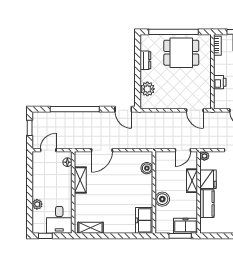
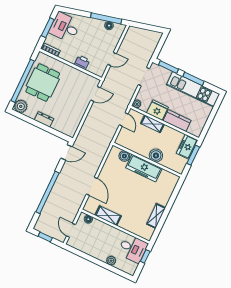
dresser: (145, 60) -> (44, 119), moved
plant: (147, 89) -> (21, 106), moved
freezer: (144, 220) -> (144, 168), moved, width x1.40
shelving: (90, 228) -> (156, 216), moved
window: (45, 236) -> (145, 256), moved

